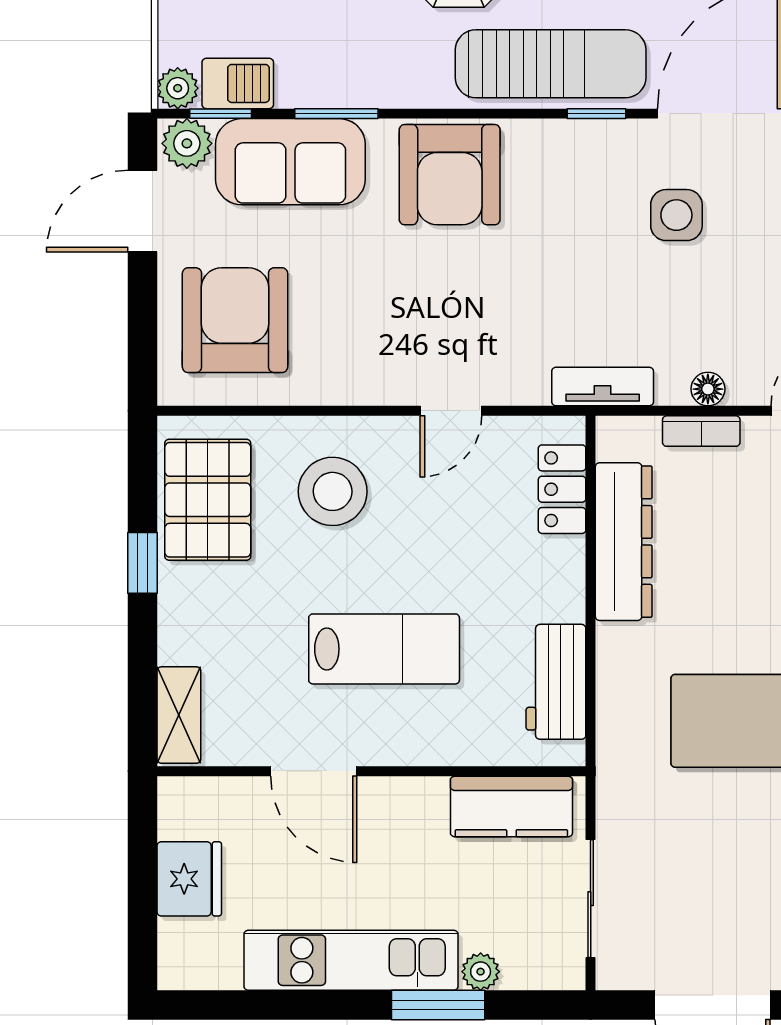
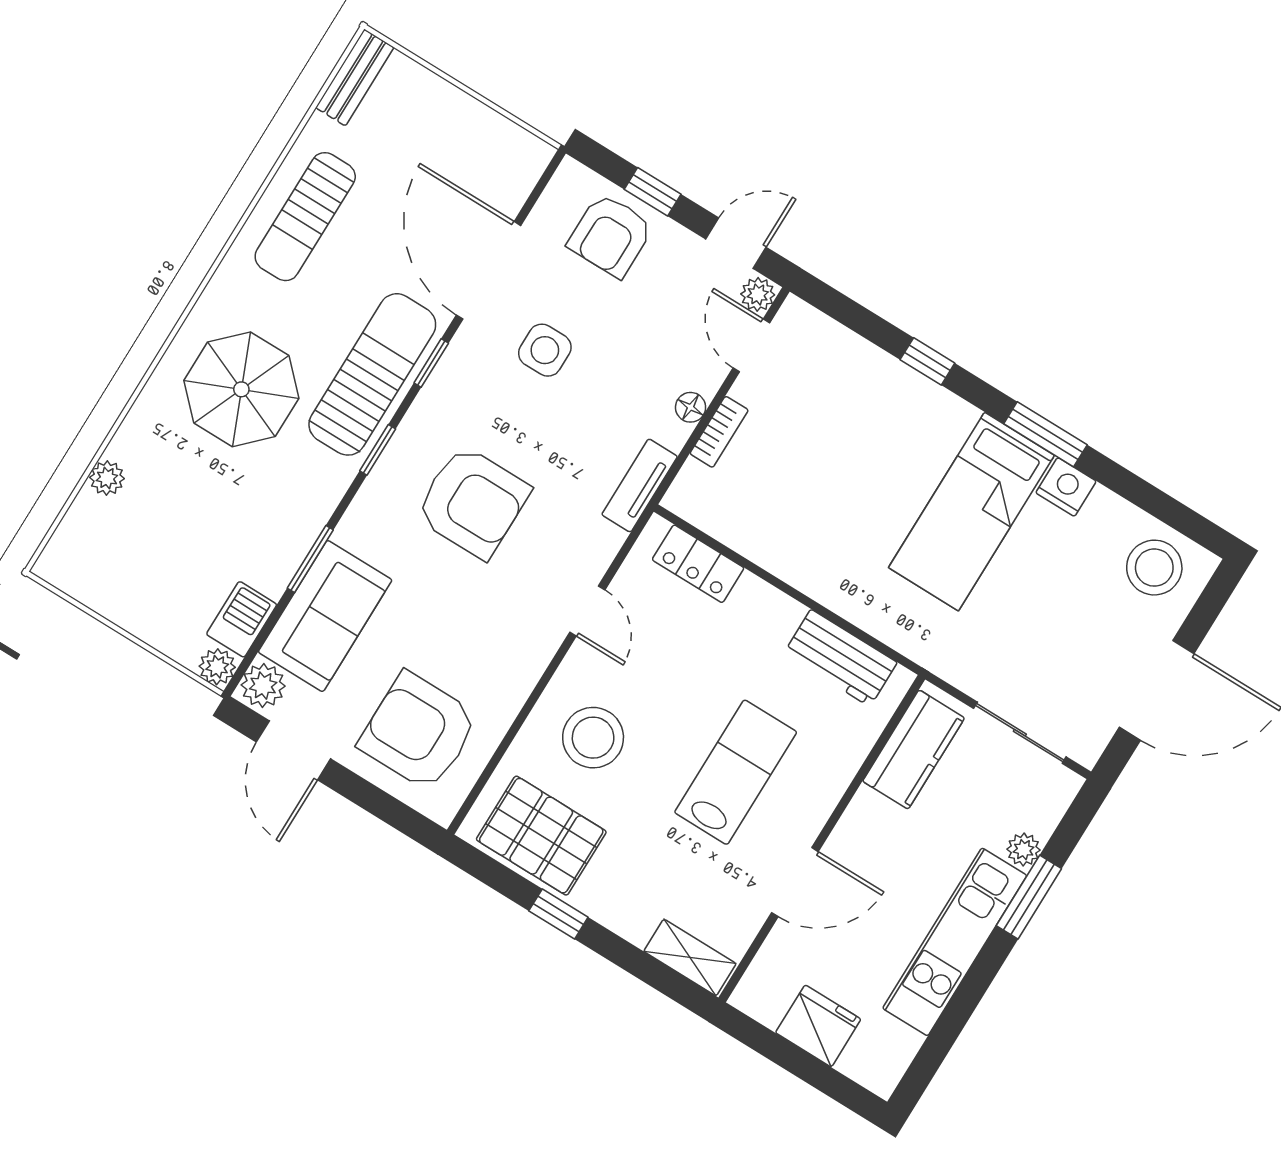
window: (221, 114) -> (378, 450), moved
armchair: (450, 175) -> (473, 502), moved
dresser: (624, 542) -> (766, 542), removed

